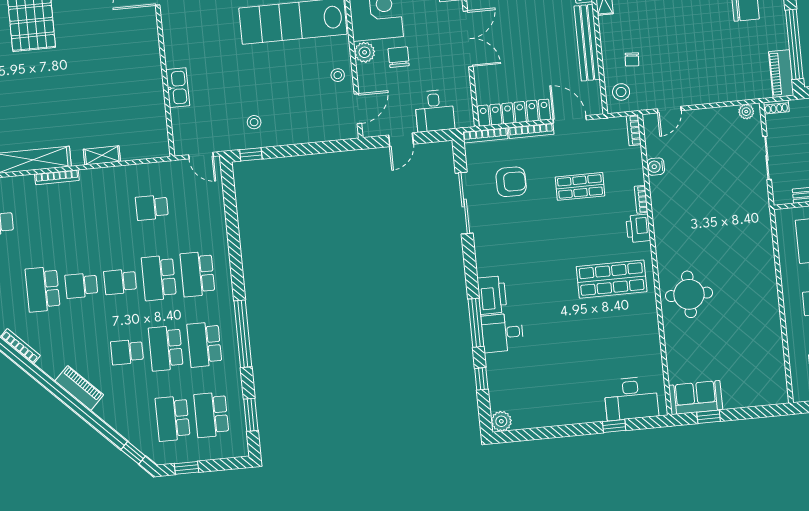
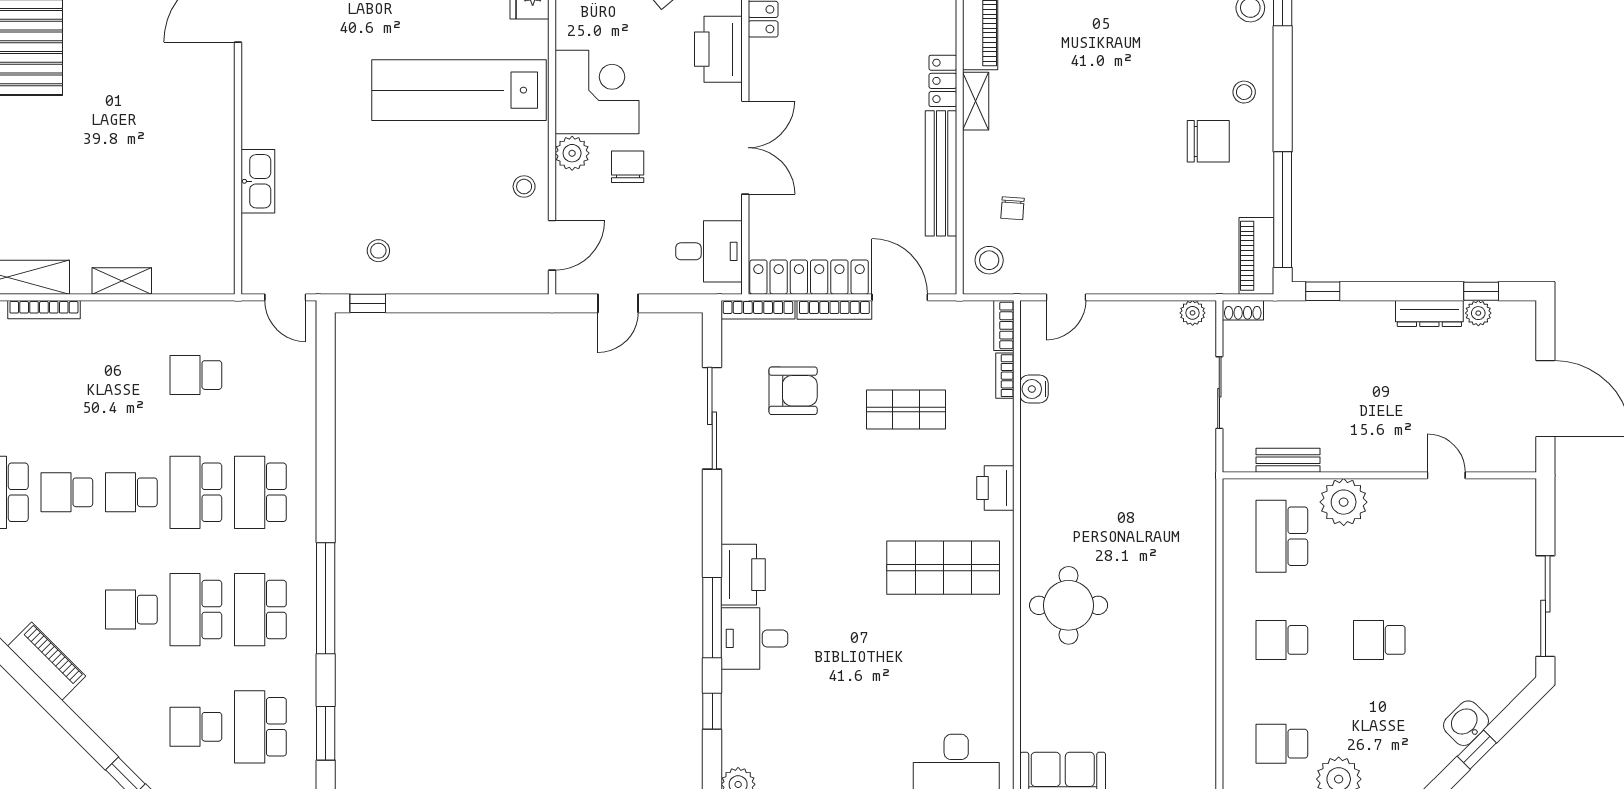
desk: (435, 111) -> (709, 251), moved, turned -90
bookcase: (641, 199) -> (1005, 376), moved
school desk: (173, 419) -> (196, 727), width x0.54

